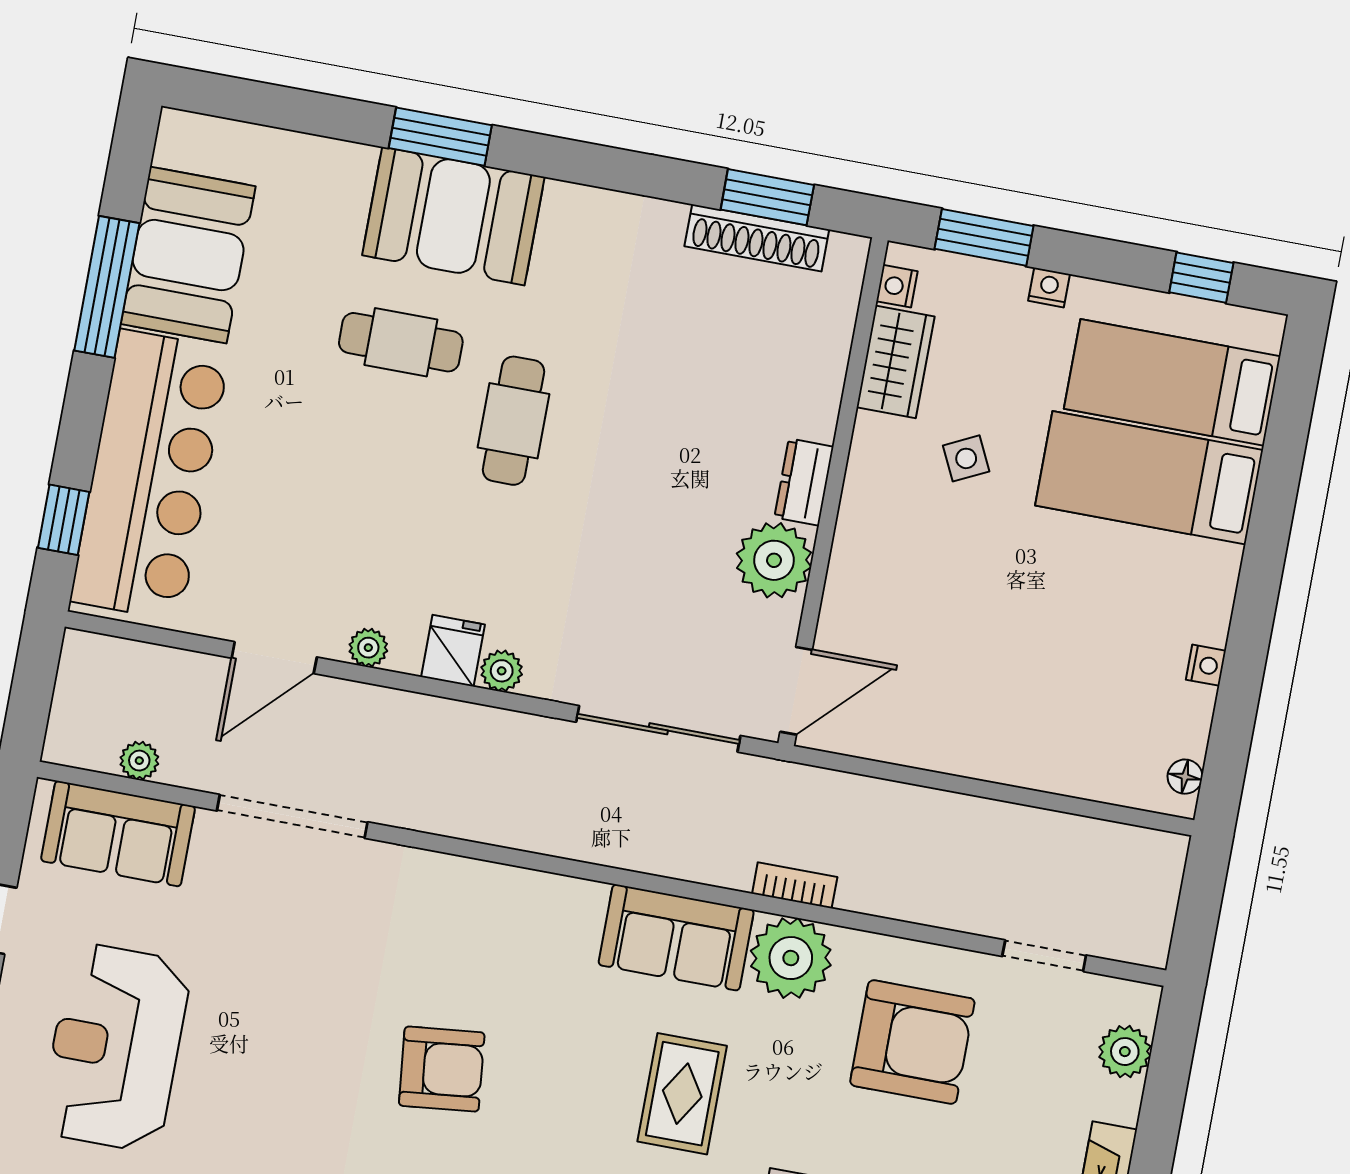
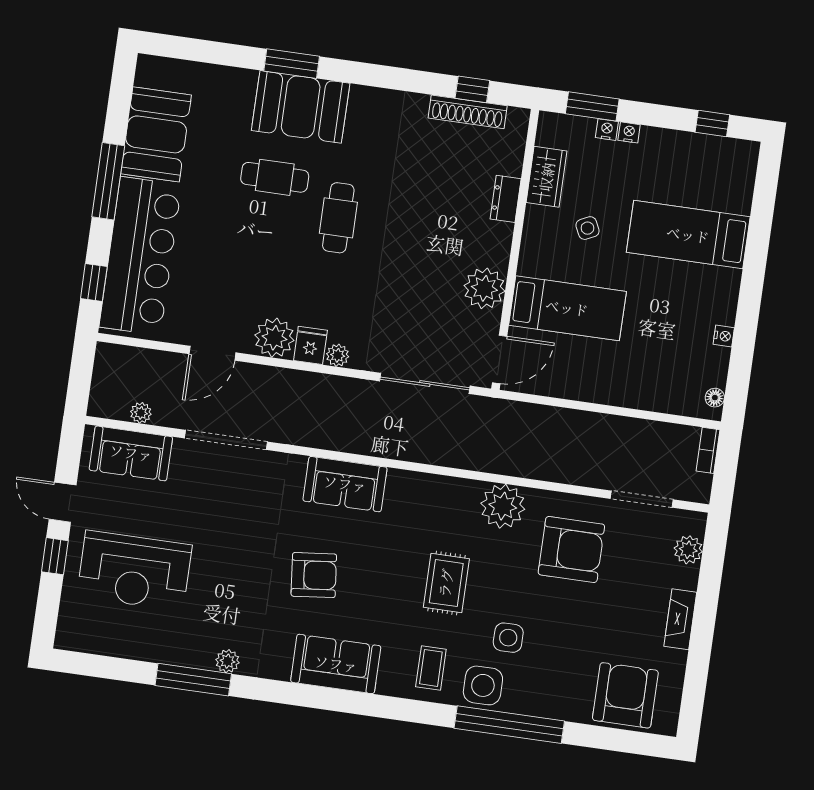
window: (767, 197) -> (472, 89), width x0.67
nightstand: (897, 286) -> (607, 130), moved, turned 90
window: (107, 287) -> (108, 181), moved
bed: (1172, 382) -> (567, 308), moved, turned 180
dresser: (804, 482) -> (506, 199), moved
plant: (368, 648) -> (274, 338), width x1.87, depth x1.87
bookcase: (795, 885) -> (708, 450), moved, turned -90
sofa: (676, 937) -> (345, 484), moved
doorway: (1044, 956) -> (642, 499), width x1.38
reception desk: (115, 1047) -> (134, 571), turned -90

